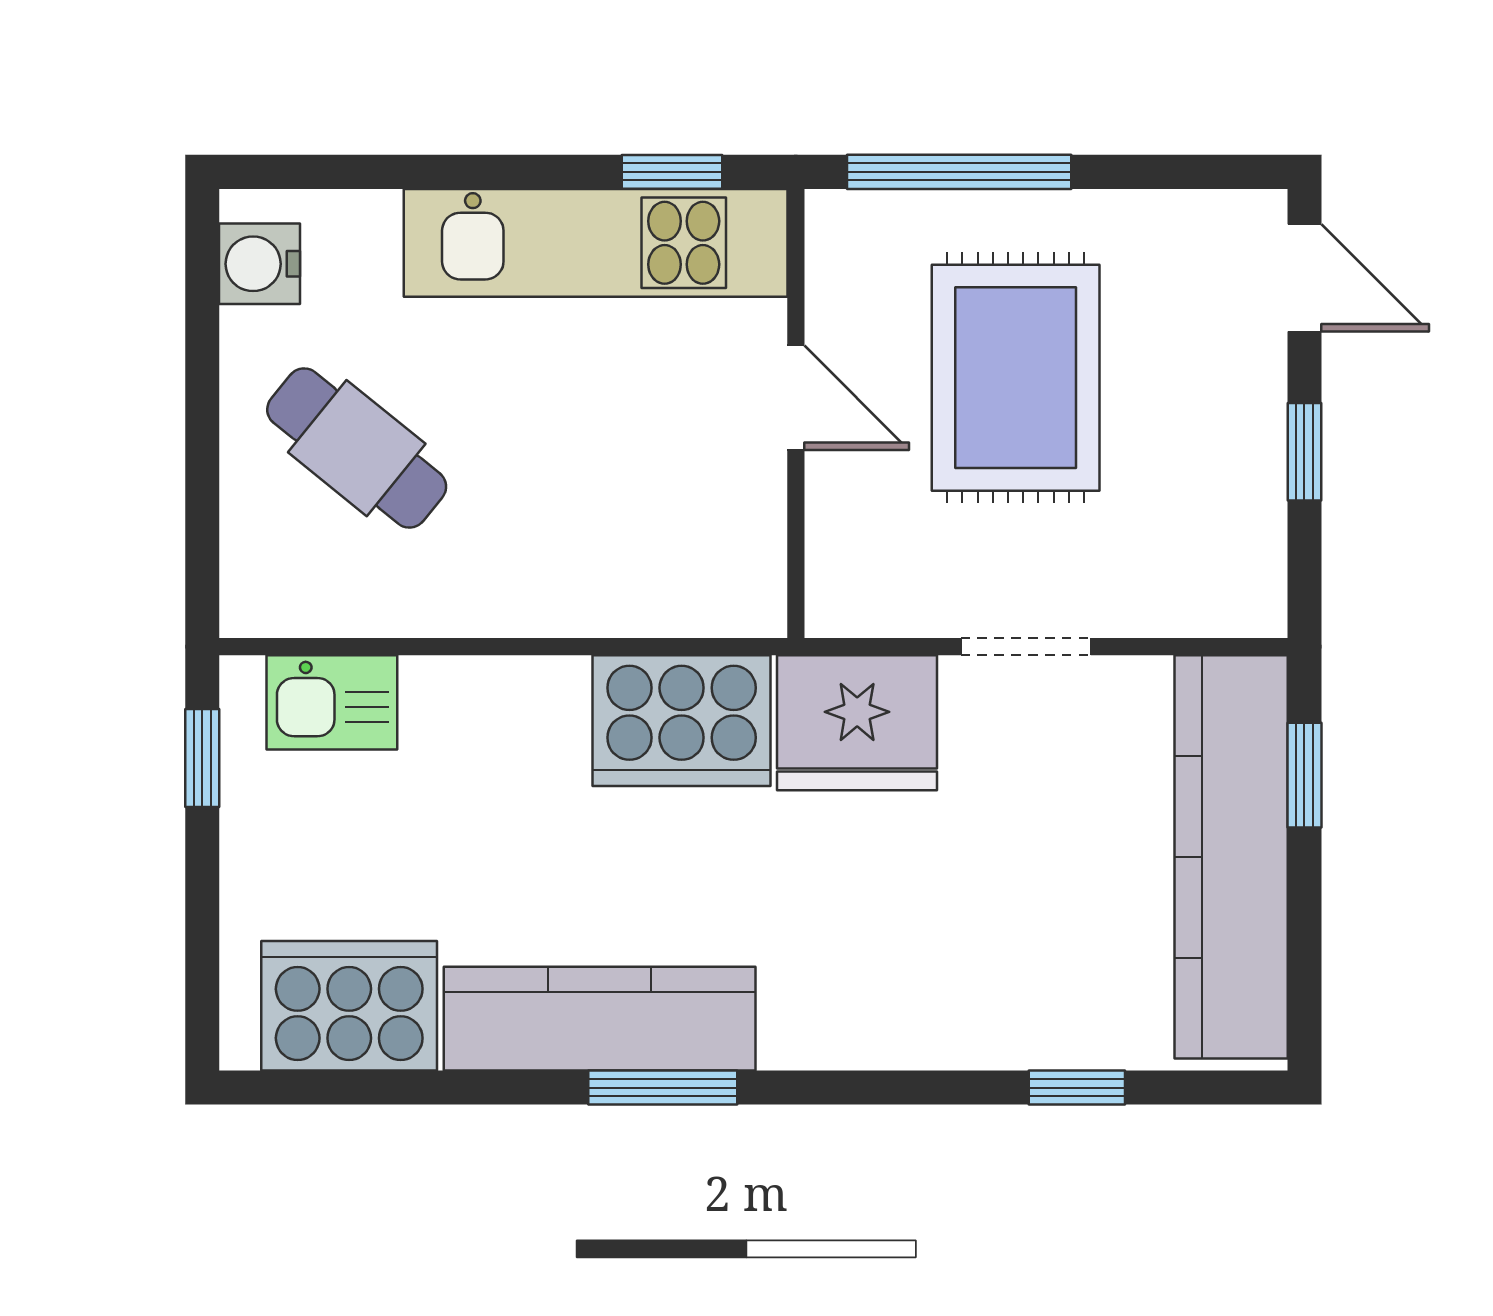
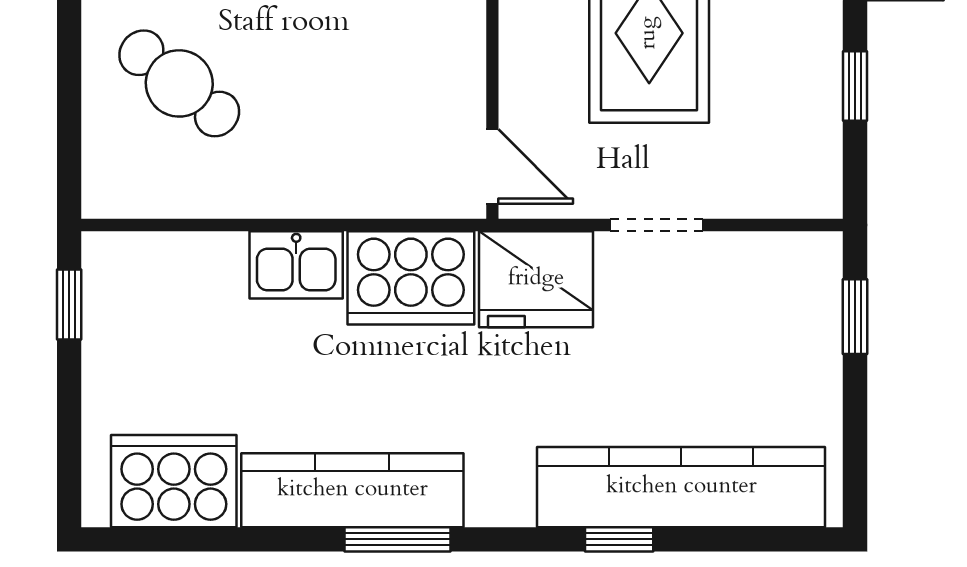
door: (796, 398) -> (492, 166), moved
kitchen sink: (332, 702) -> (296, 265), moved
kitchen counter: (1231, 857) -> (681, 487), moved, turned 90
window: (1077, 1088) -> (619, 539), moved

